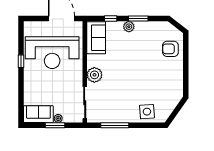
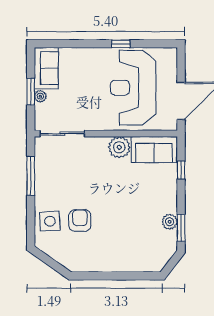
window: (138, 19) -> (181, 228), moved
plant: (129, 27) -> (170, 222), moved
armchair: (170, 49) -> (80, 221), moved
plant: (94, 75) -> (119, 147), moved

